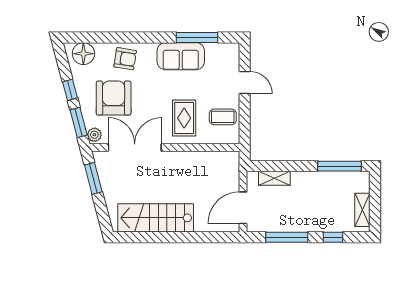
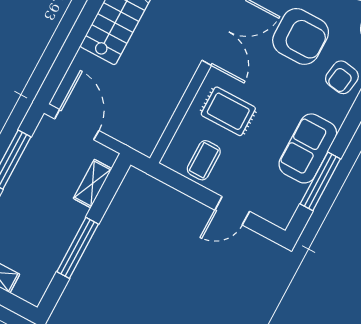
window: (339, 166) -> (78, 248), moved

